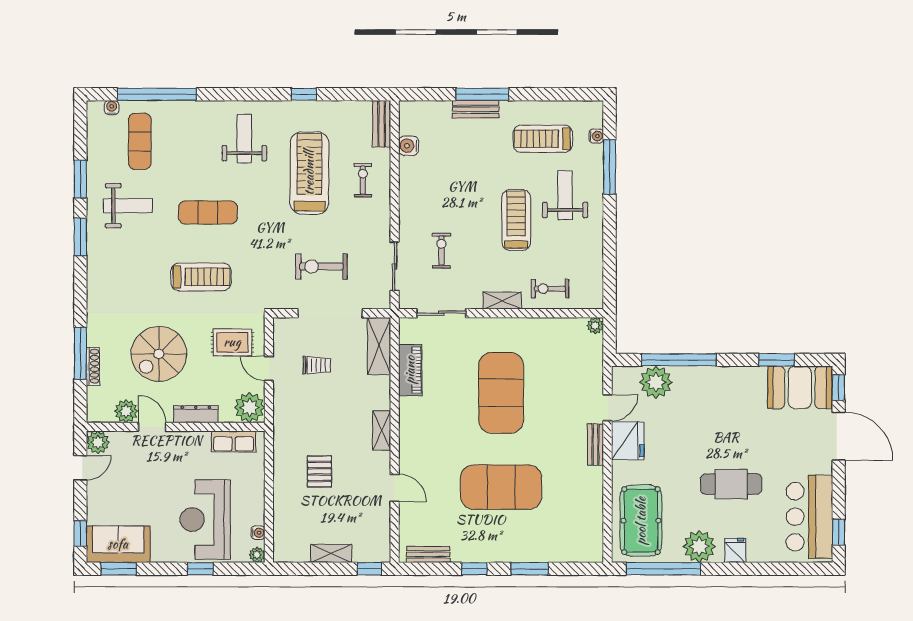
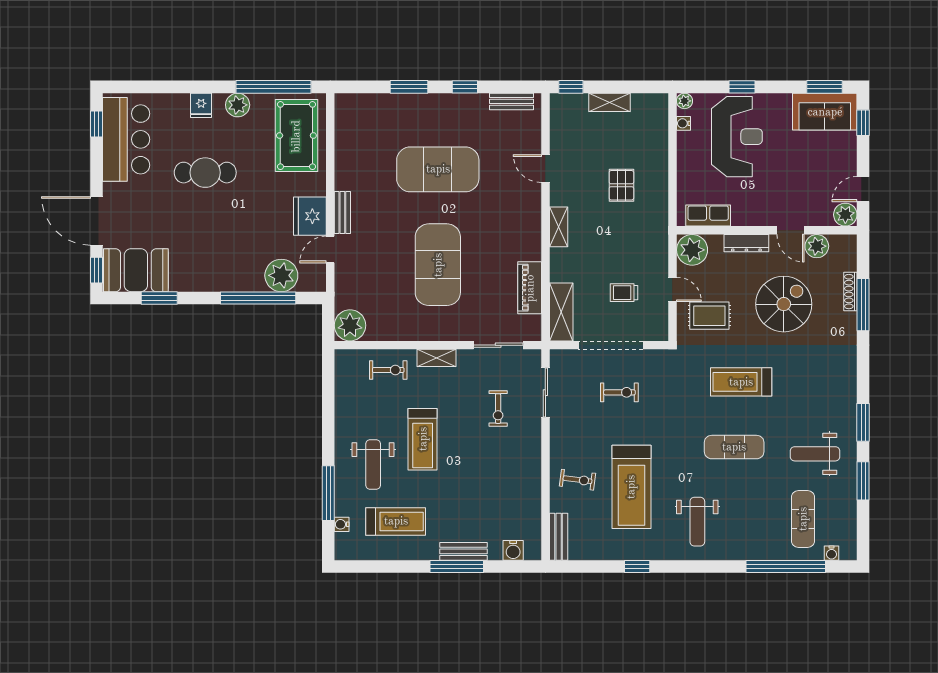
water cooler: (409, 146) -> (513, 550), moved, turned 90
exercise bike: (363, 180) -> (577, 480), turned -83
exercise bike: (321, 267) -> (619, 392), width x0.73, depth x0.72
plant: (595, 326) -> (350, 325), width x1.87, depth x1.87
plant: (699, 547) -> (238, 105), width x0.73, depth x0.73

